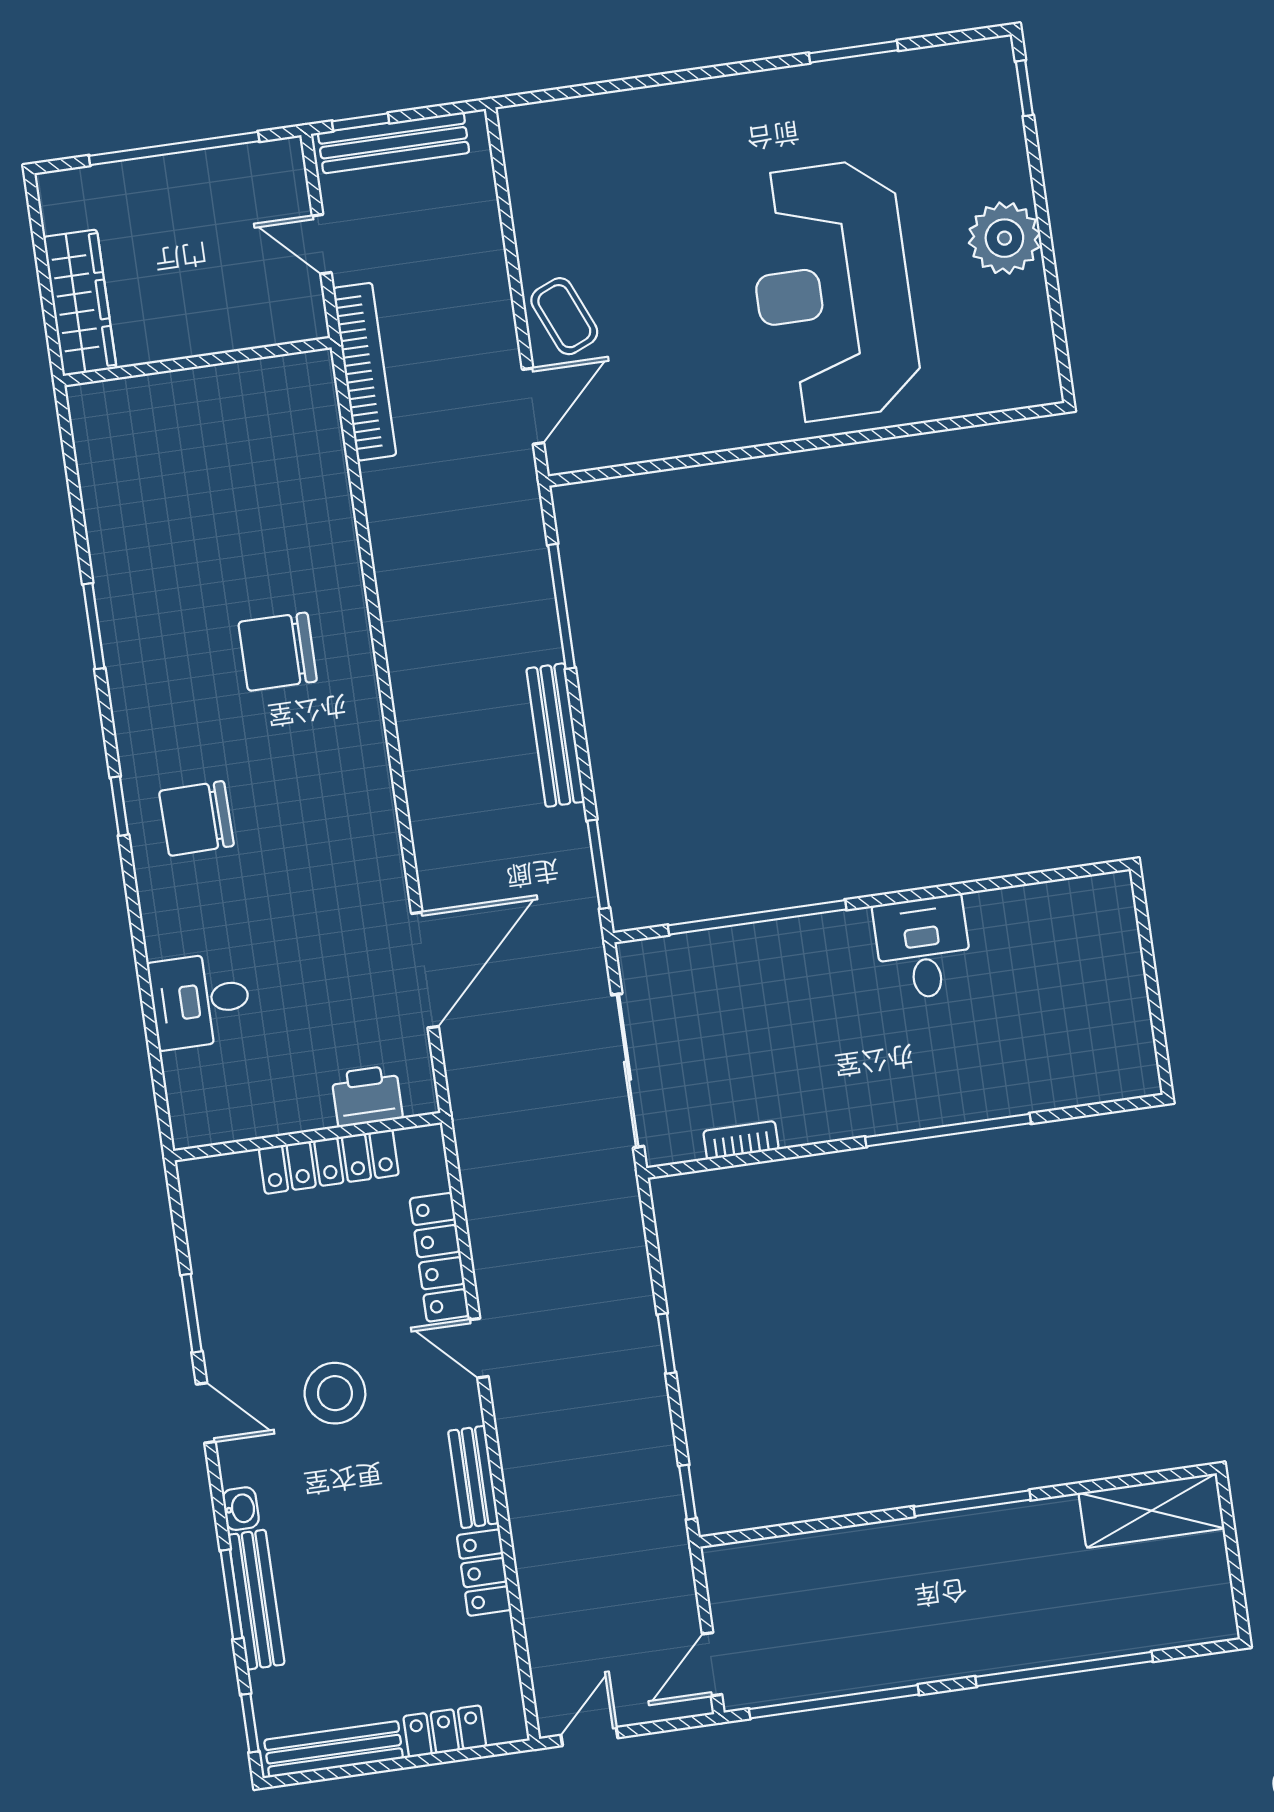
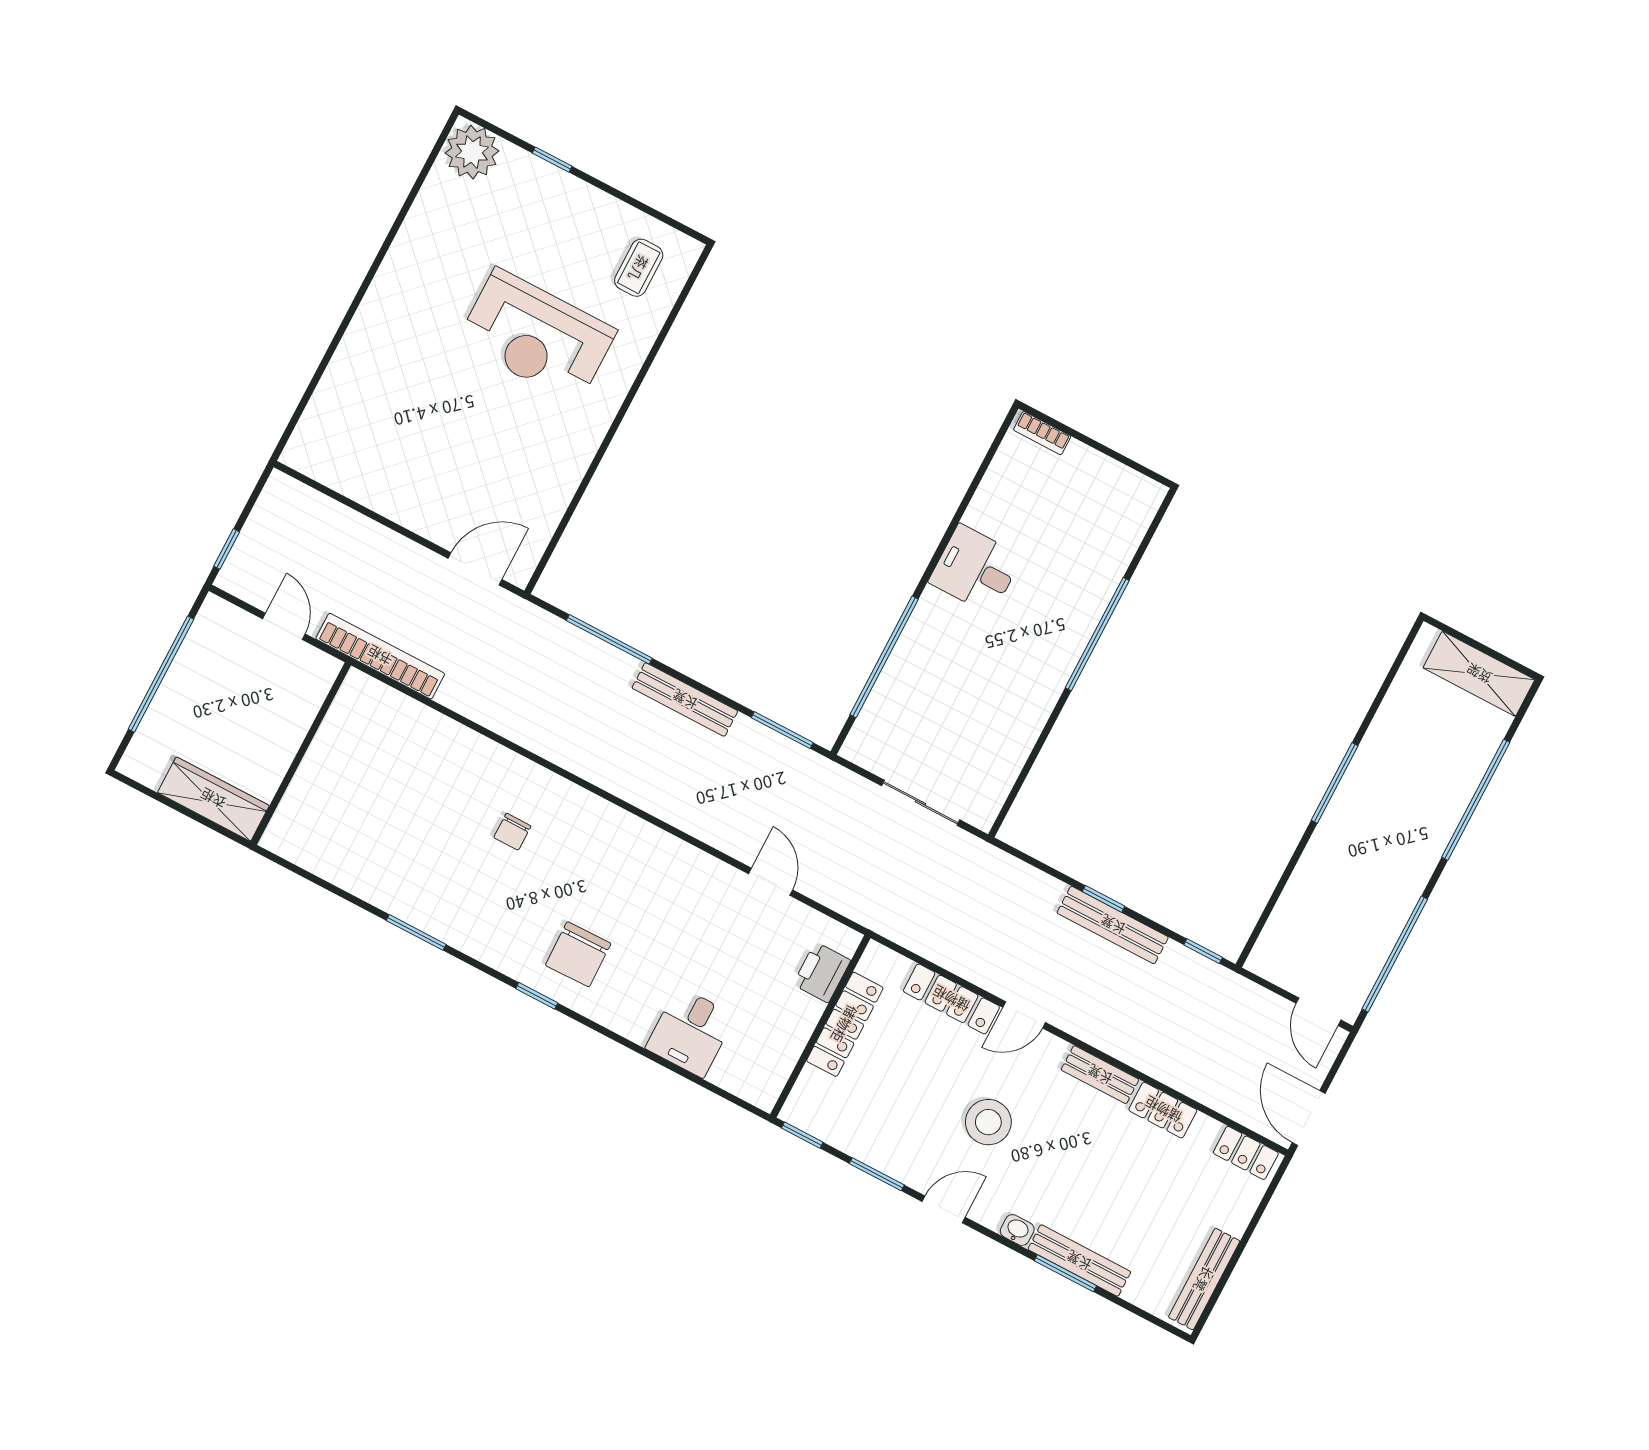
window: (854, 52) -> (400, 219), removed
window: (1024, 88) -> (552, 160), moved
bench: (394, 143) -> (1113, 925), moved, turned 90
plant: (1004, 238) -> (472, 152), moved
door: (322, 244) -> (284, 626), swing flipped
reception desk: (833, 291) -> (537, 336), width x0.74, depth x0.77
coffee table: (564, 316) -> (639, 268), moved, turned -67
door: (533, 406) -> (475, 569), hinge flipped
chair: (278, 652) -> (512, 832), width x0.54, depth x0.54
door: (425, 970) -> (771, 882), width x0.53
sliding door: (628, 1071) -> (921, 803), width x0.73
bookcase: (741, 1140) -> (1042, 433), moved, turned -90
shelving: (1151, 1511) -> (1479, 674), moved, turned 90
window: (250, 1723) -> (802, 1135), moved
locker: (445, 1731) -> (1246, 1153), moved, turned -90
door: (589, 1737) -> (1309, 1118), width x1.38

